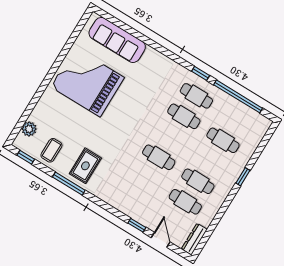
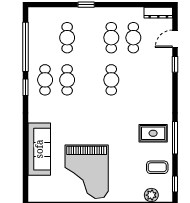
sofa: (117, 40) -> (39, 149), moved

